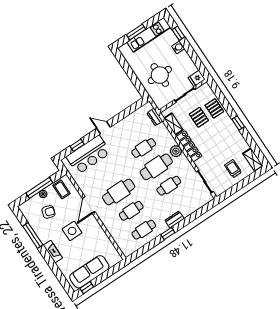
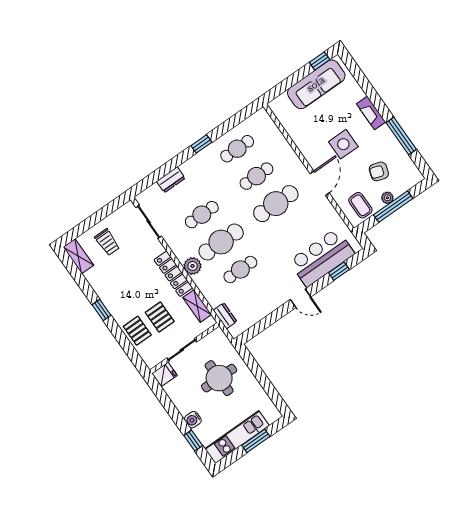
dresser: (174, 220) -> (171, 180), moved

